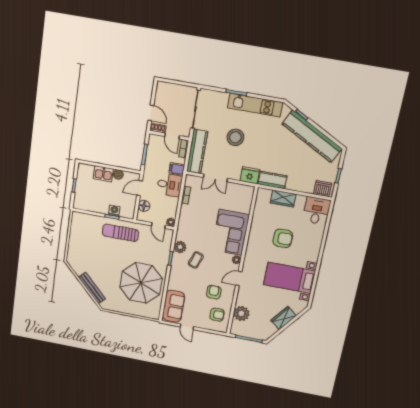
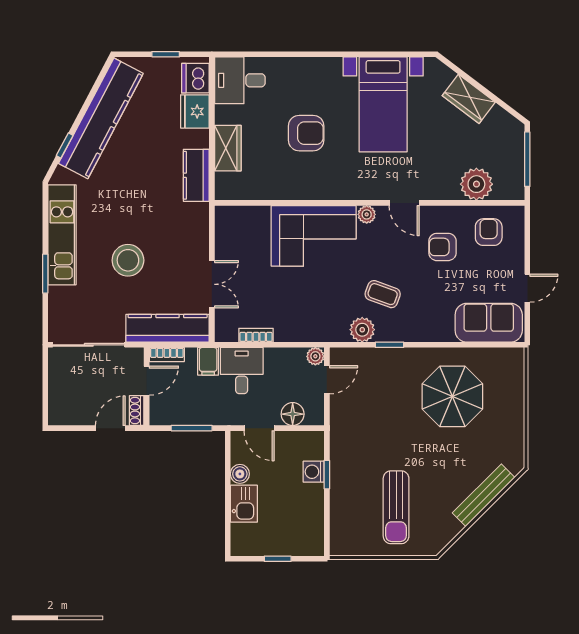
fridge: (250, 175) -> (195, 111), moved
sun lounger: (120, 233) -> (396, 507), moved
armchair: (283, 238) -> (306, 133), turned 90
parasol: (141, 283) -> (452, 396), width x0.73, depth x0.73

